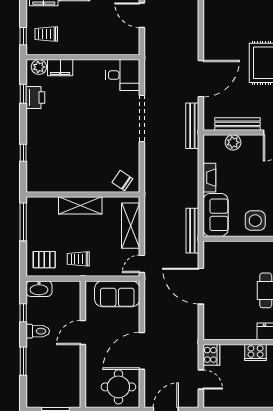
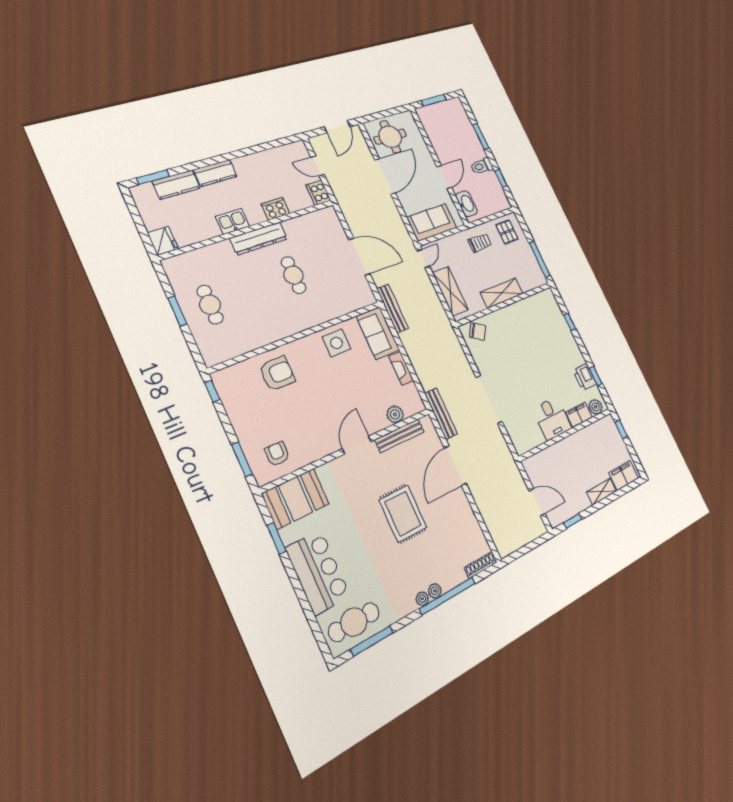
trolley: (46, 34) -> (605, 441), removed
desk: (123, 75) -> (552, 419), moved, turned -90
pallet: (44, 260) -> (507, 232), turned 90
washbasin: (39, 289) -> (466, 204), moved, turned 90

